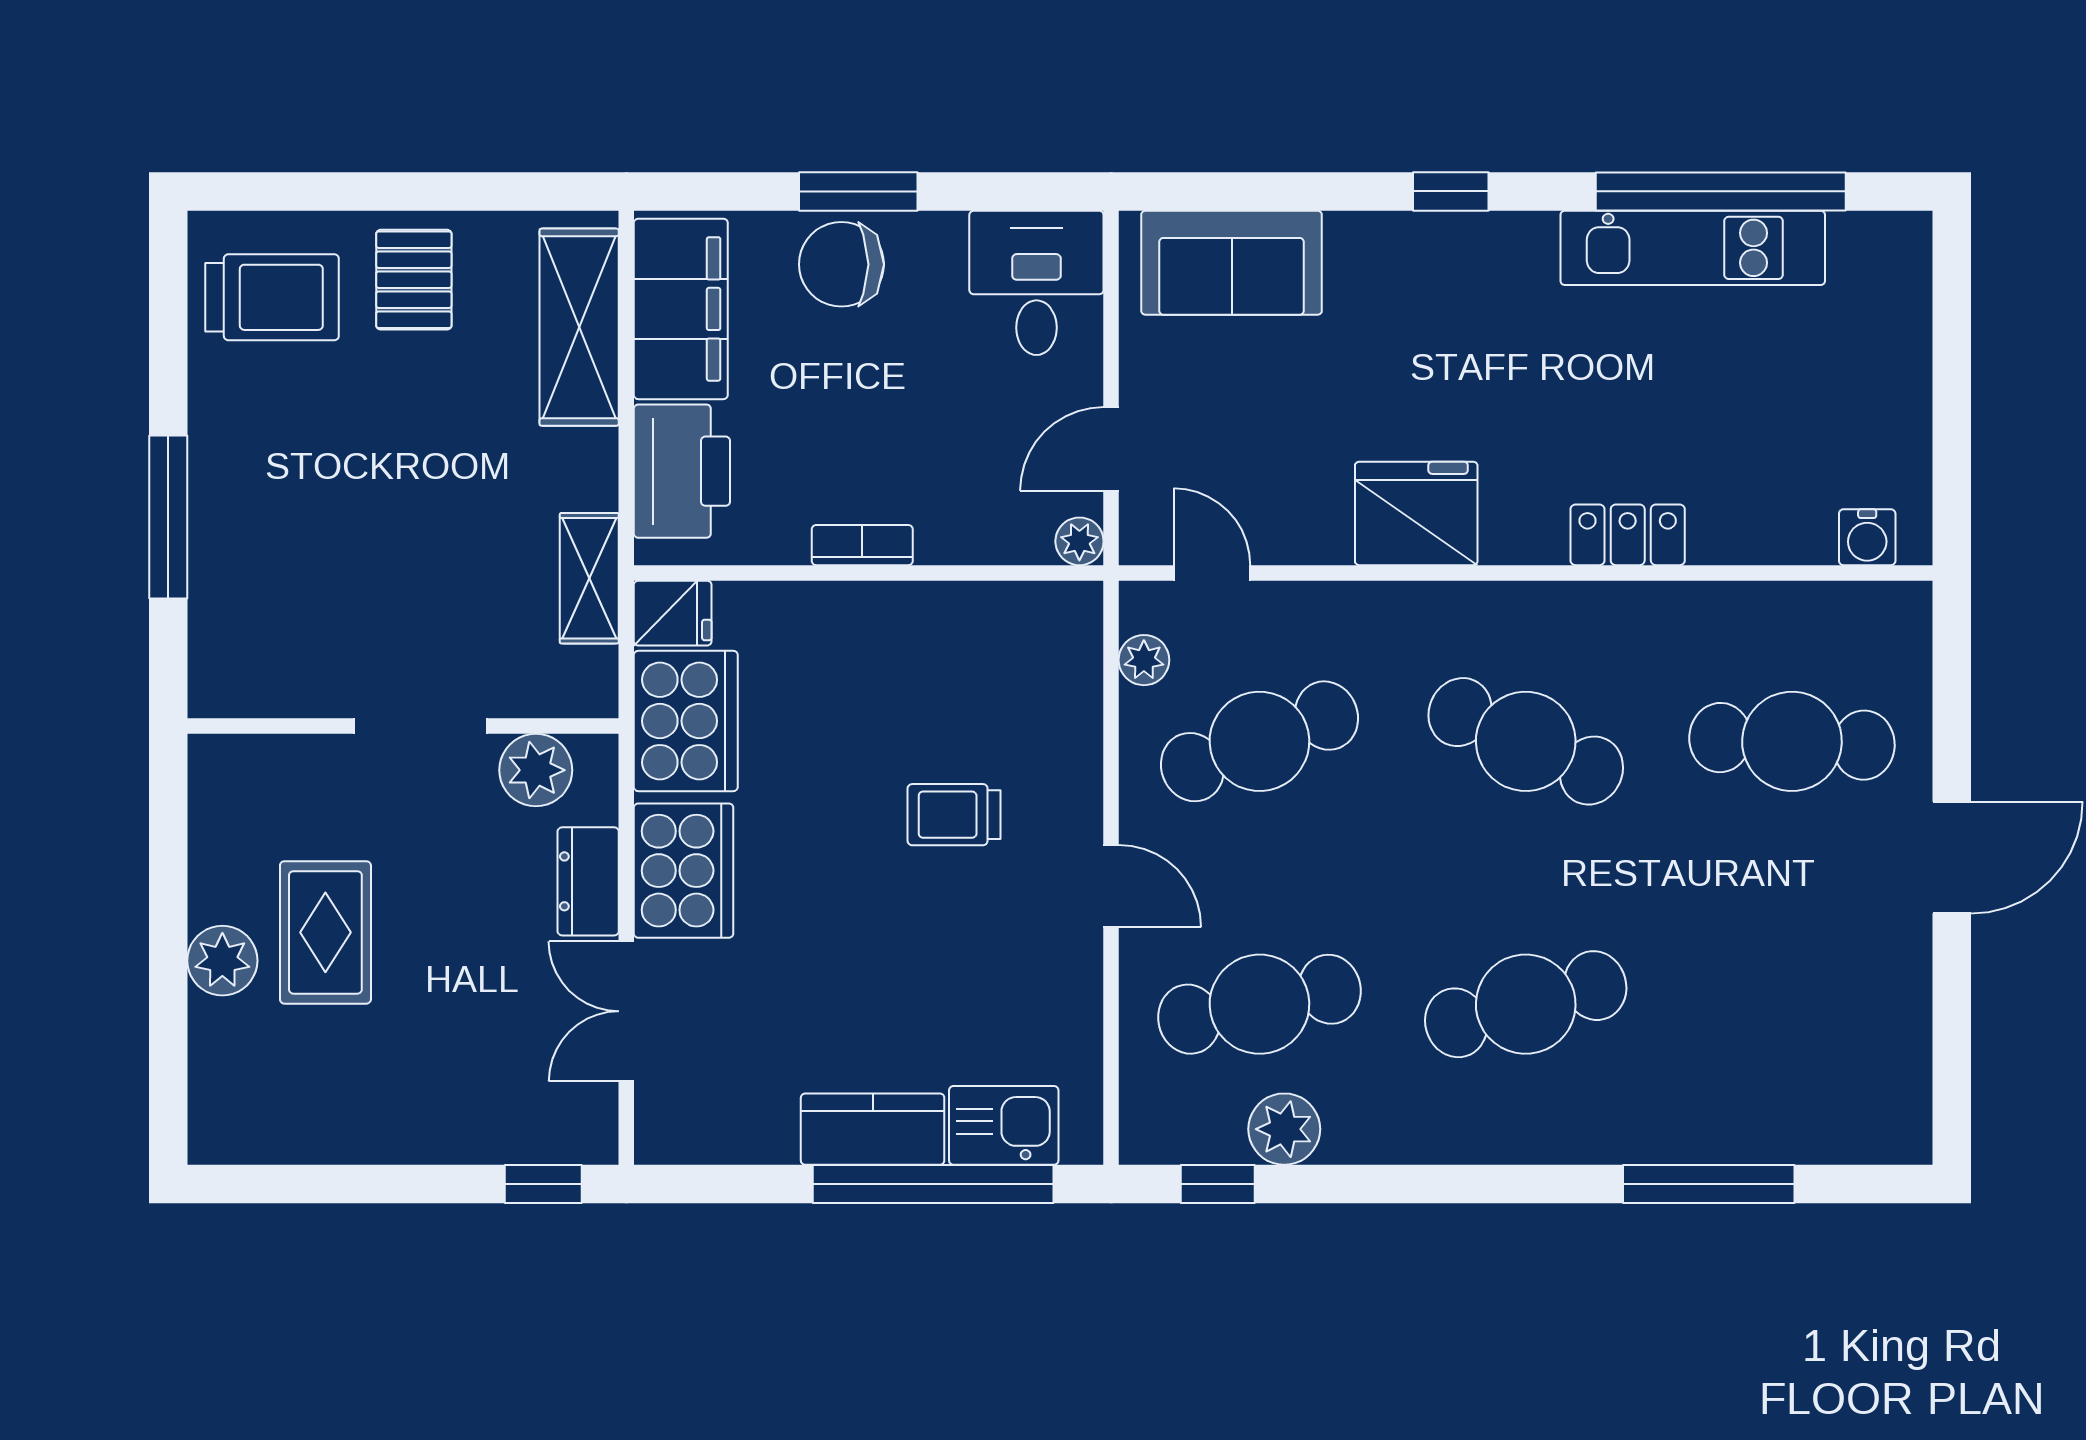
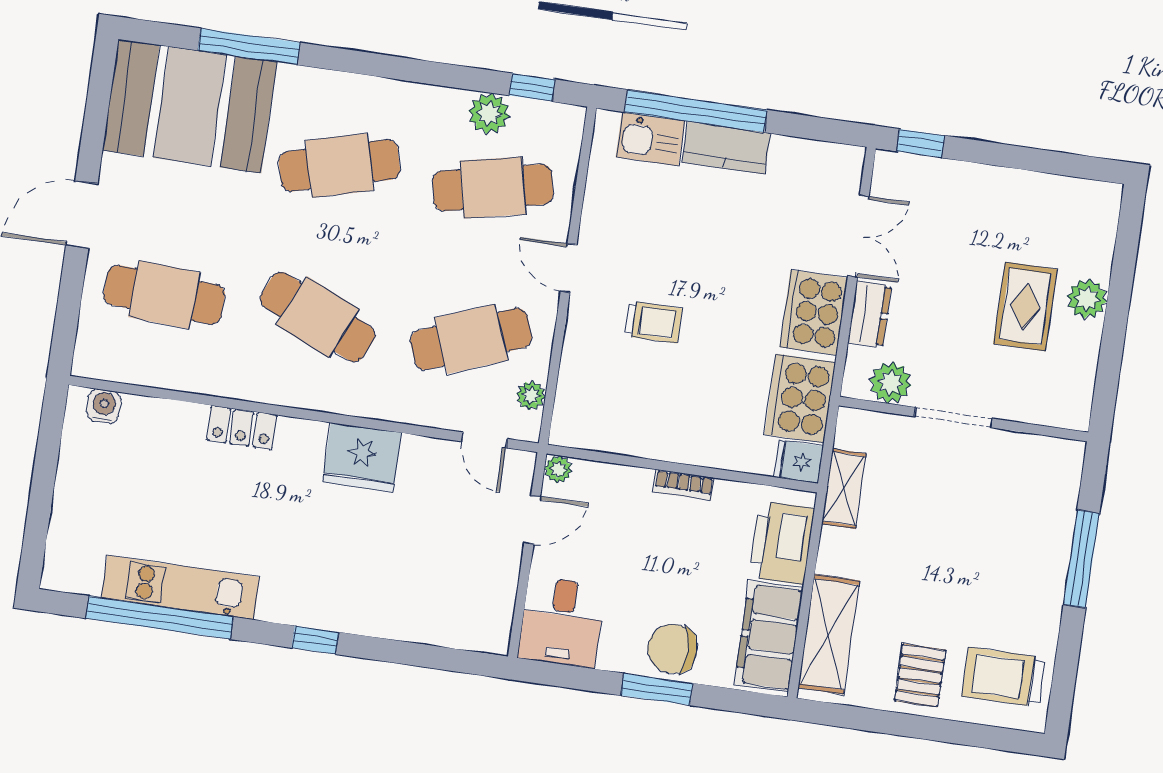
sofa: (1232, 263) -> (447, 617), removed
chair: (841, 264) -> (672, 649), turned 180
booth: (1795, 1068) -> (190, 106), added

